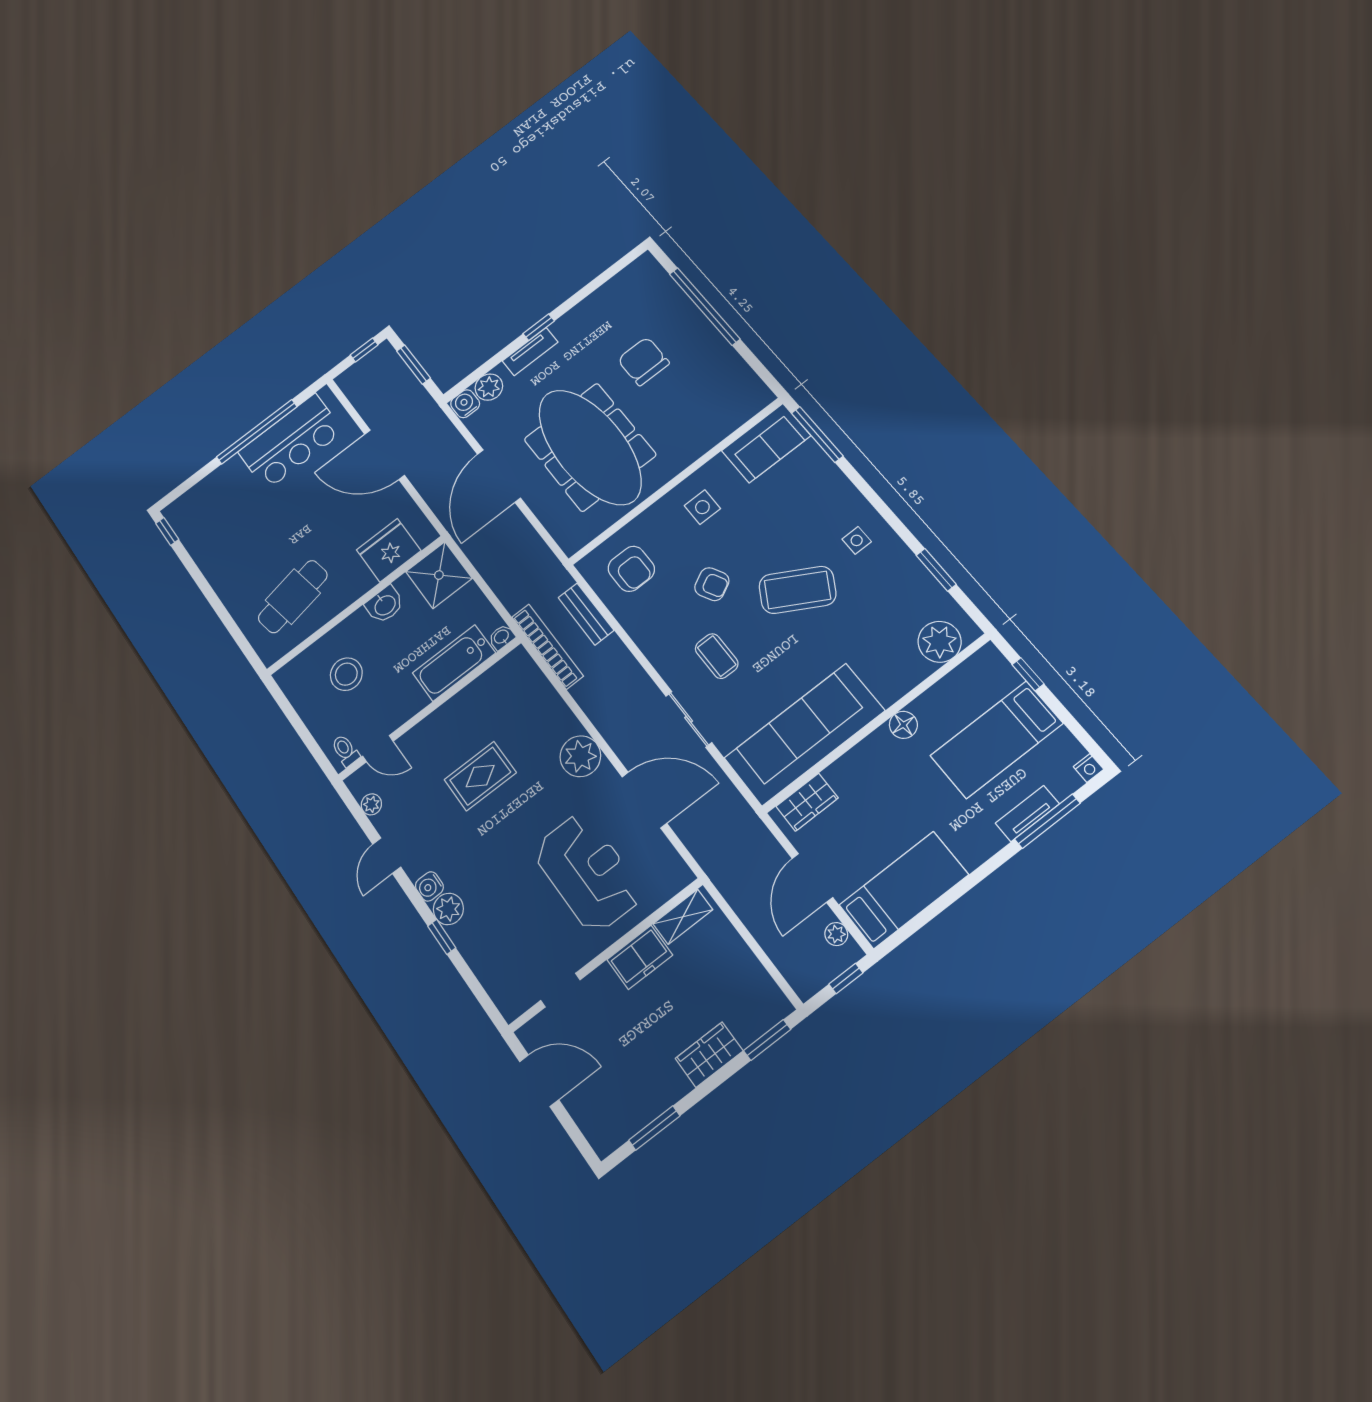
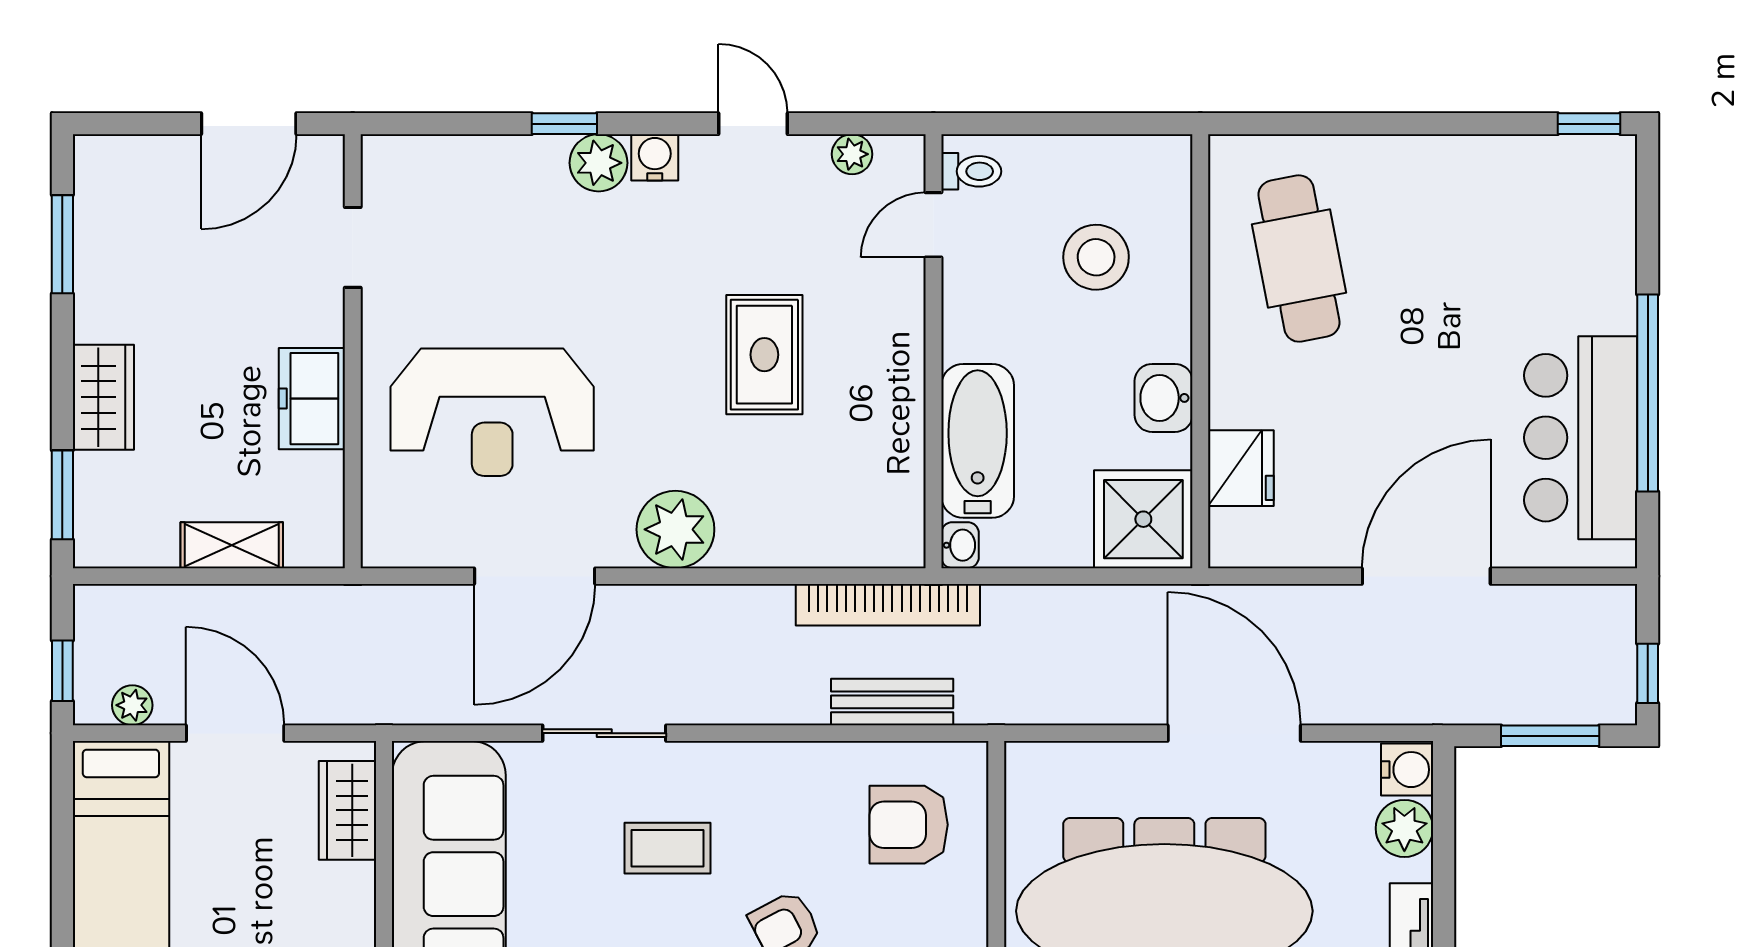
fridge: (389, 550) -> (1241, 468), width x0.73, depth x0.75
shelving: (683, 917) -> (232, 545), moved, turned 90

